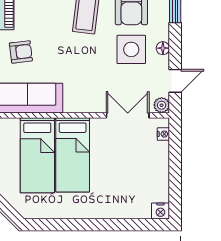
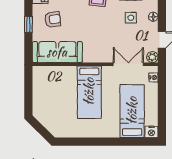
side table: (131, 49) -> (131, 18), width x0.54, depth x0.54
bed: (37, 155) -> (132, 111), moved, turned 180

